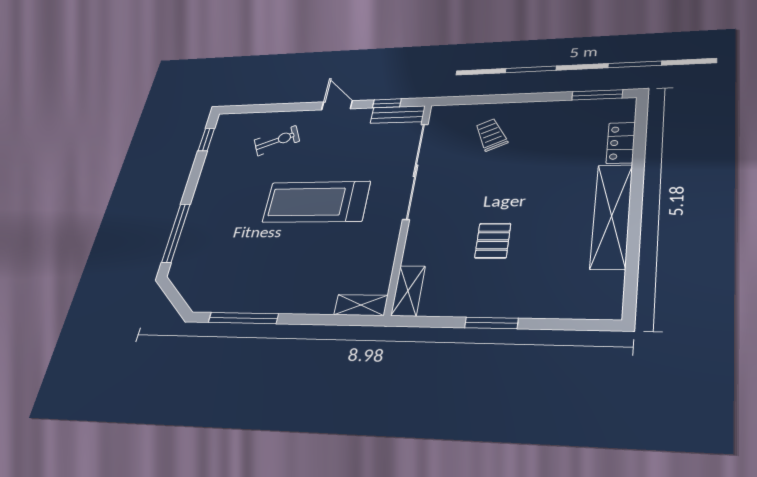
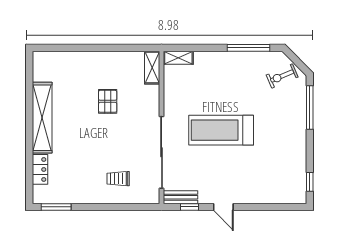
trolley: (491, 135) -> (118, 179), turned 116
exercise bike: (277, 141) -> (282, 76), moved
treadmill: (316, 202) -> (221, 130), turned 180
window: (491, 323) -> (102, 48), removed

